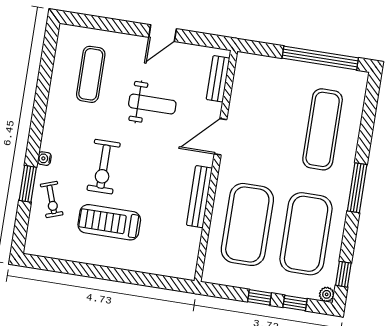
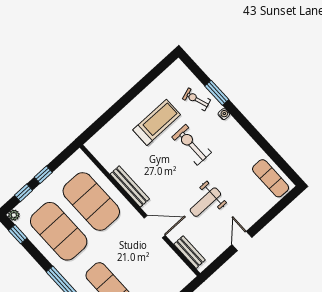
exercise mat: (91, 74) -> (271, 178), moved
door: (220, 137) -> (155, 227), hinge flipped

